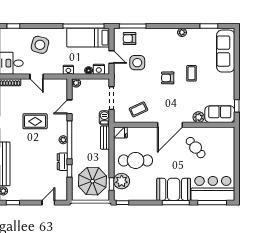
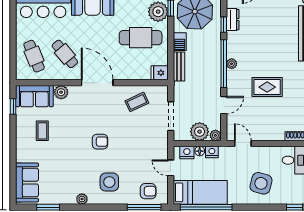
sofa: (226, 51) -> (27, 183), width x0.73
side table: (137, 63) -> (109, 182), moved
nightstand: (68, 70) -> (212, 152), moved
coffee table: (192, 73) -> (42, 131), moved
door: (37, 76) -> (243, 144), moved
plant: (89, 86) -> (200, 132), added
barbecue: (104, 118) -> (180, 42), moved
door: (170, 125) -> (97, 83), hinge flipped
cafe table: (220, 146) -> (34, 56), added
dresser: (62, 162) -> (233, 20), moved

